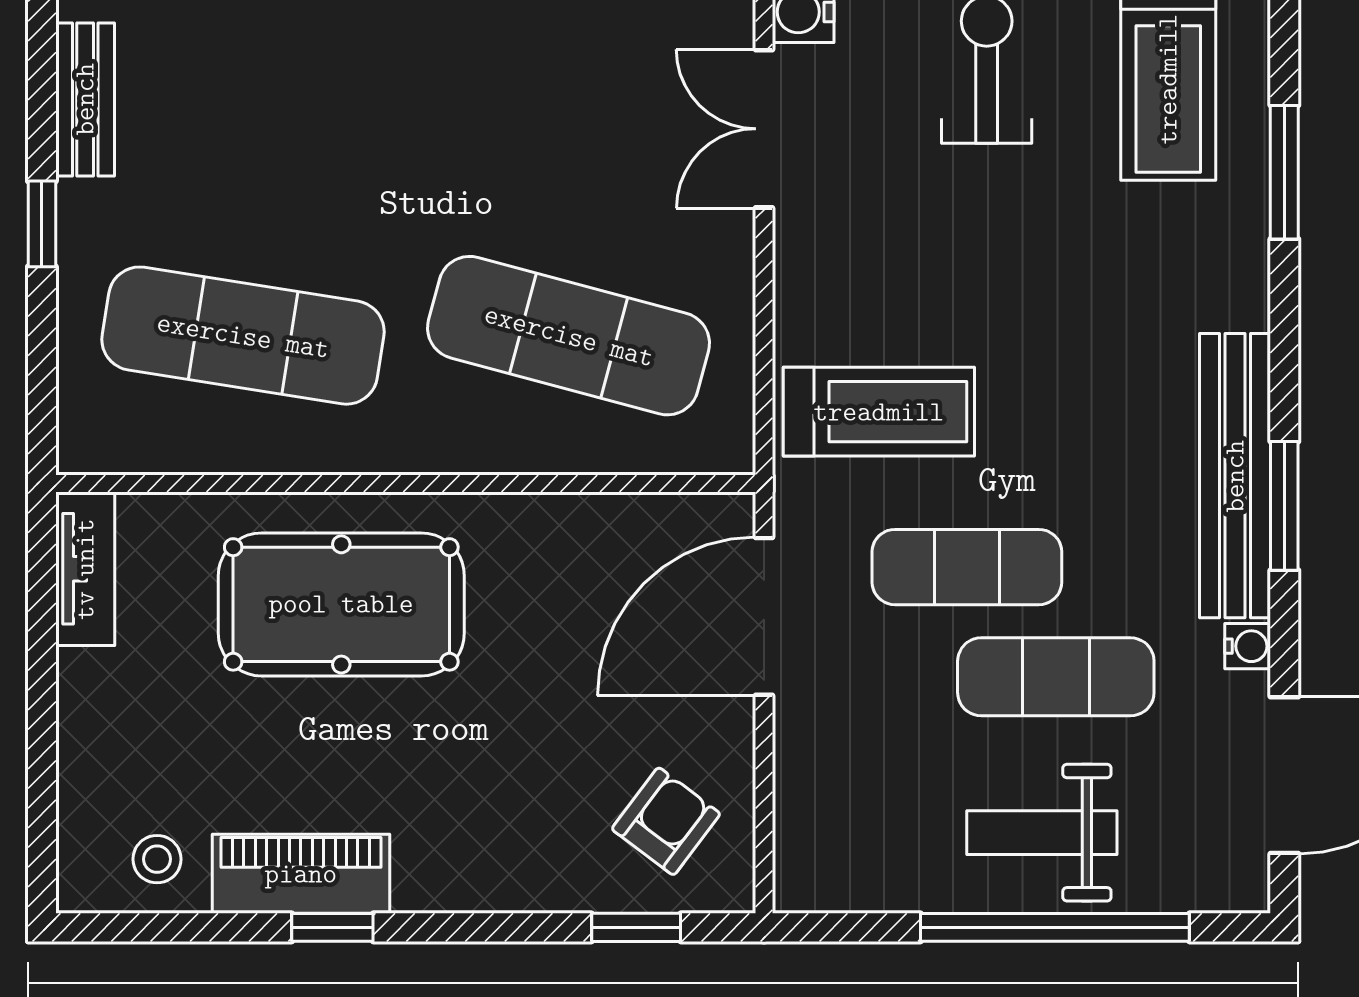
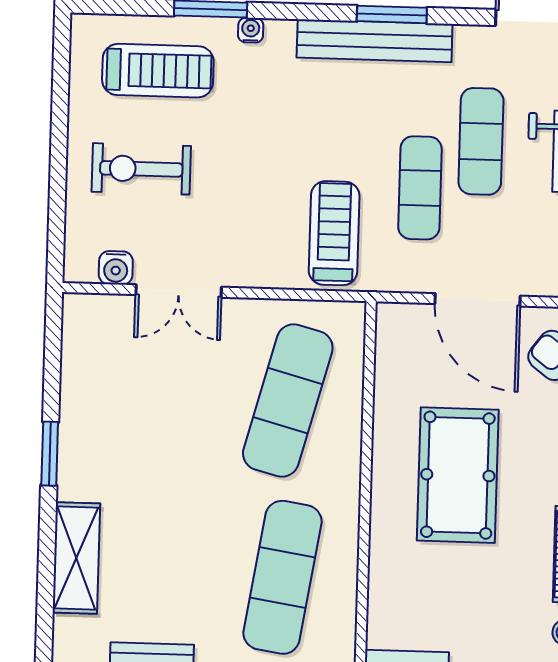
pool table: (341, 604) -> (458, 475), moved
door: (764, 616) -> (478, 300), moved
water cooler: (1248, 646) -> (251, 30), moved

